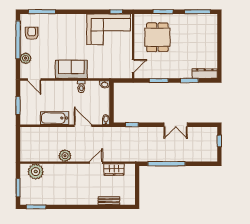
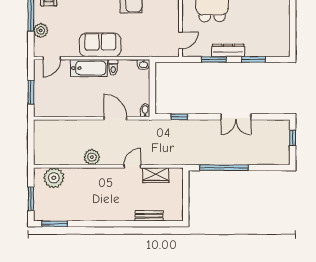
dresser: (205, 74) -> (228, 50), moved
door: (34, 80) -> (52, 58), hinge flipped
bathtub: (55, 118) -> (89, 68), moved, turned 180

